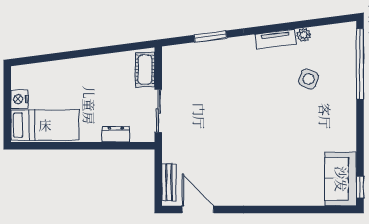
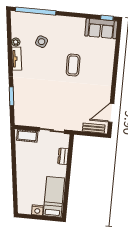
coffee table: (274, 137) -> (73, 65), added

